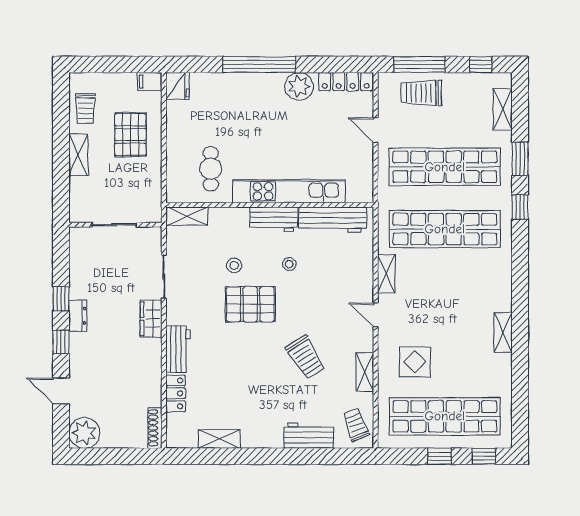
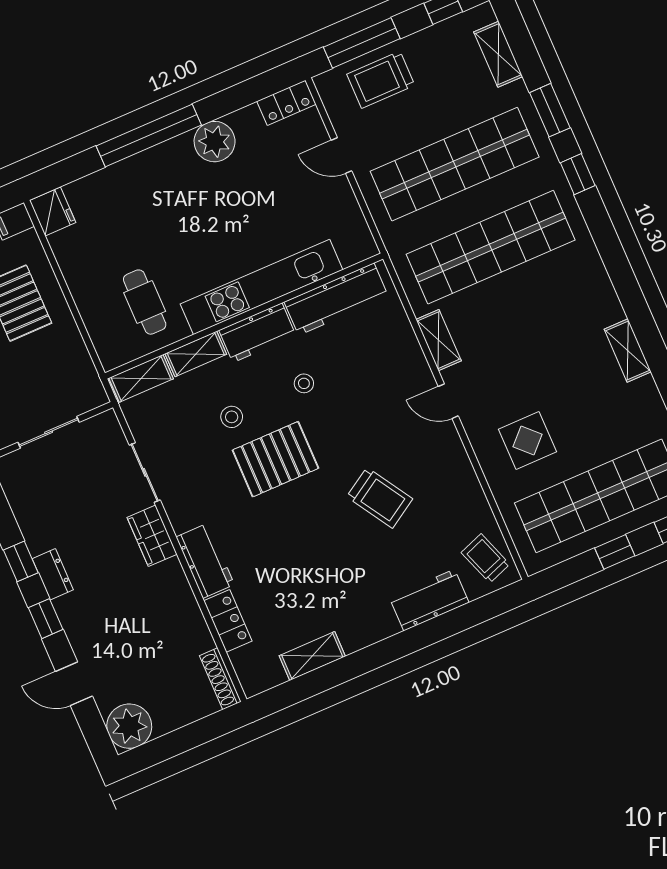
locker: (346, 82) -> (286, 103), width x0.66
shelving: (365, 372) -> (196, 354), moved, turned 90

